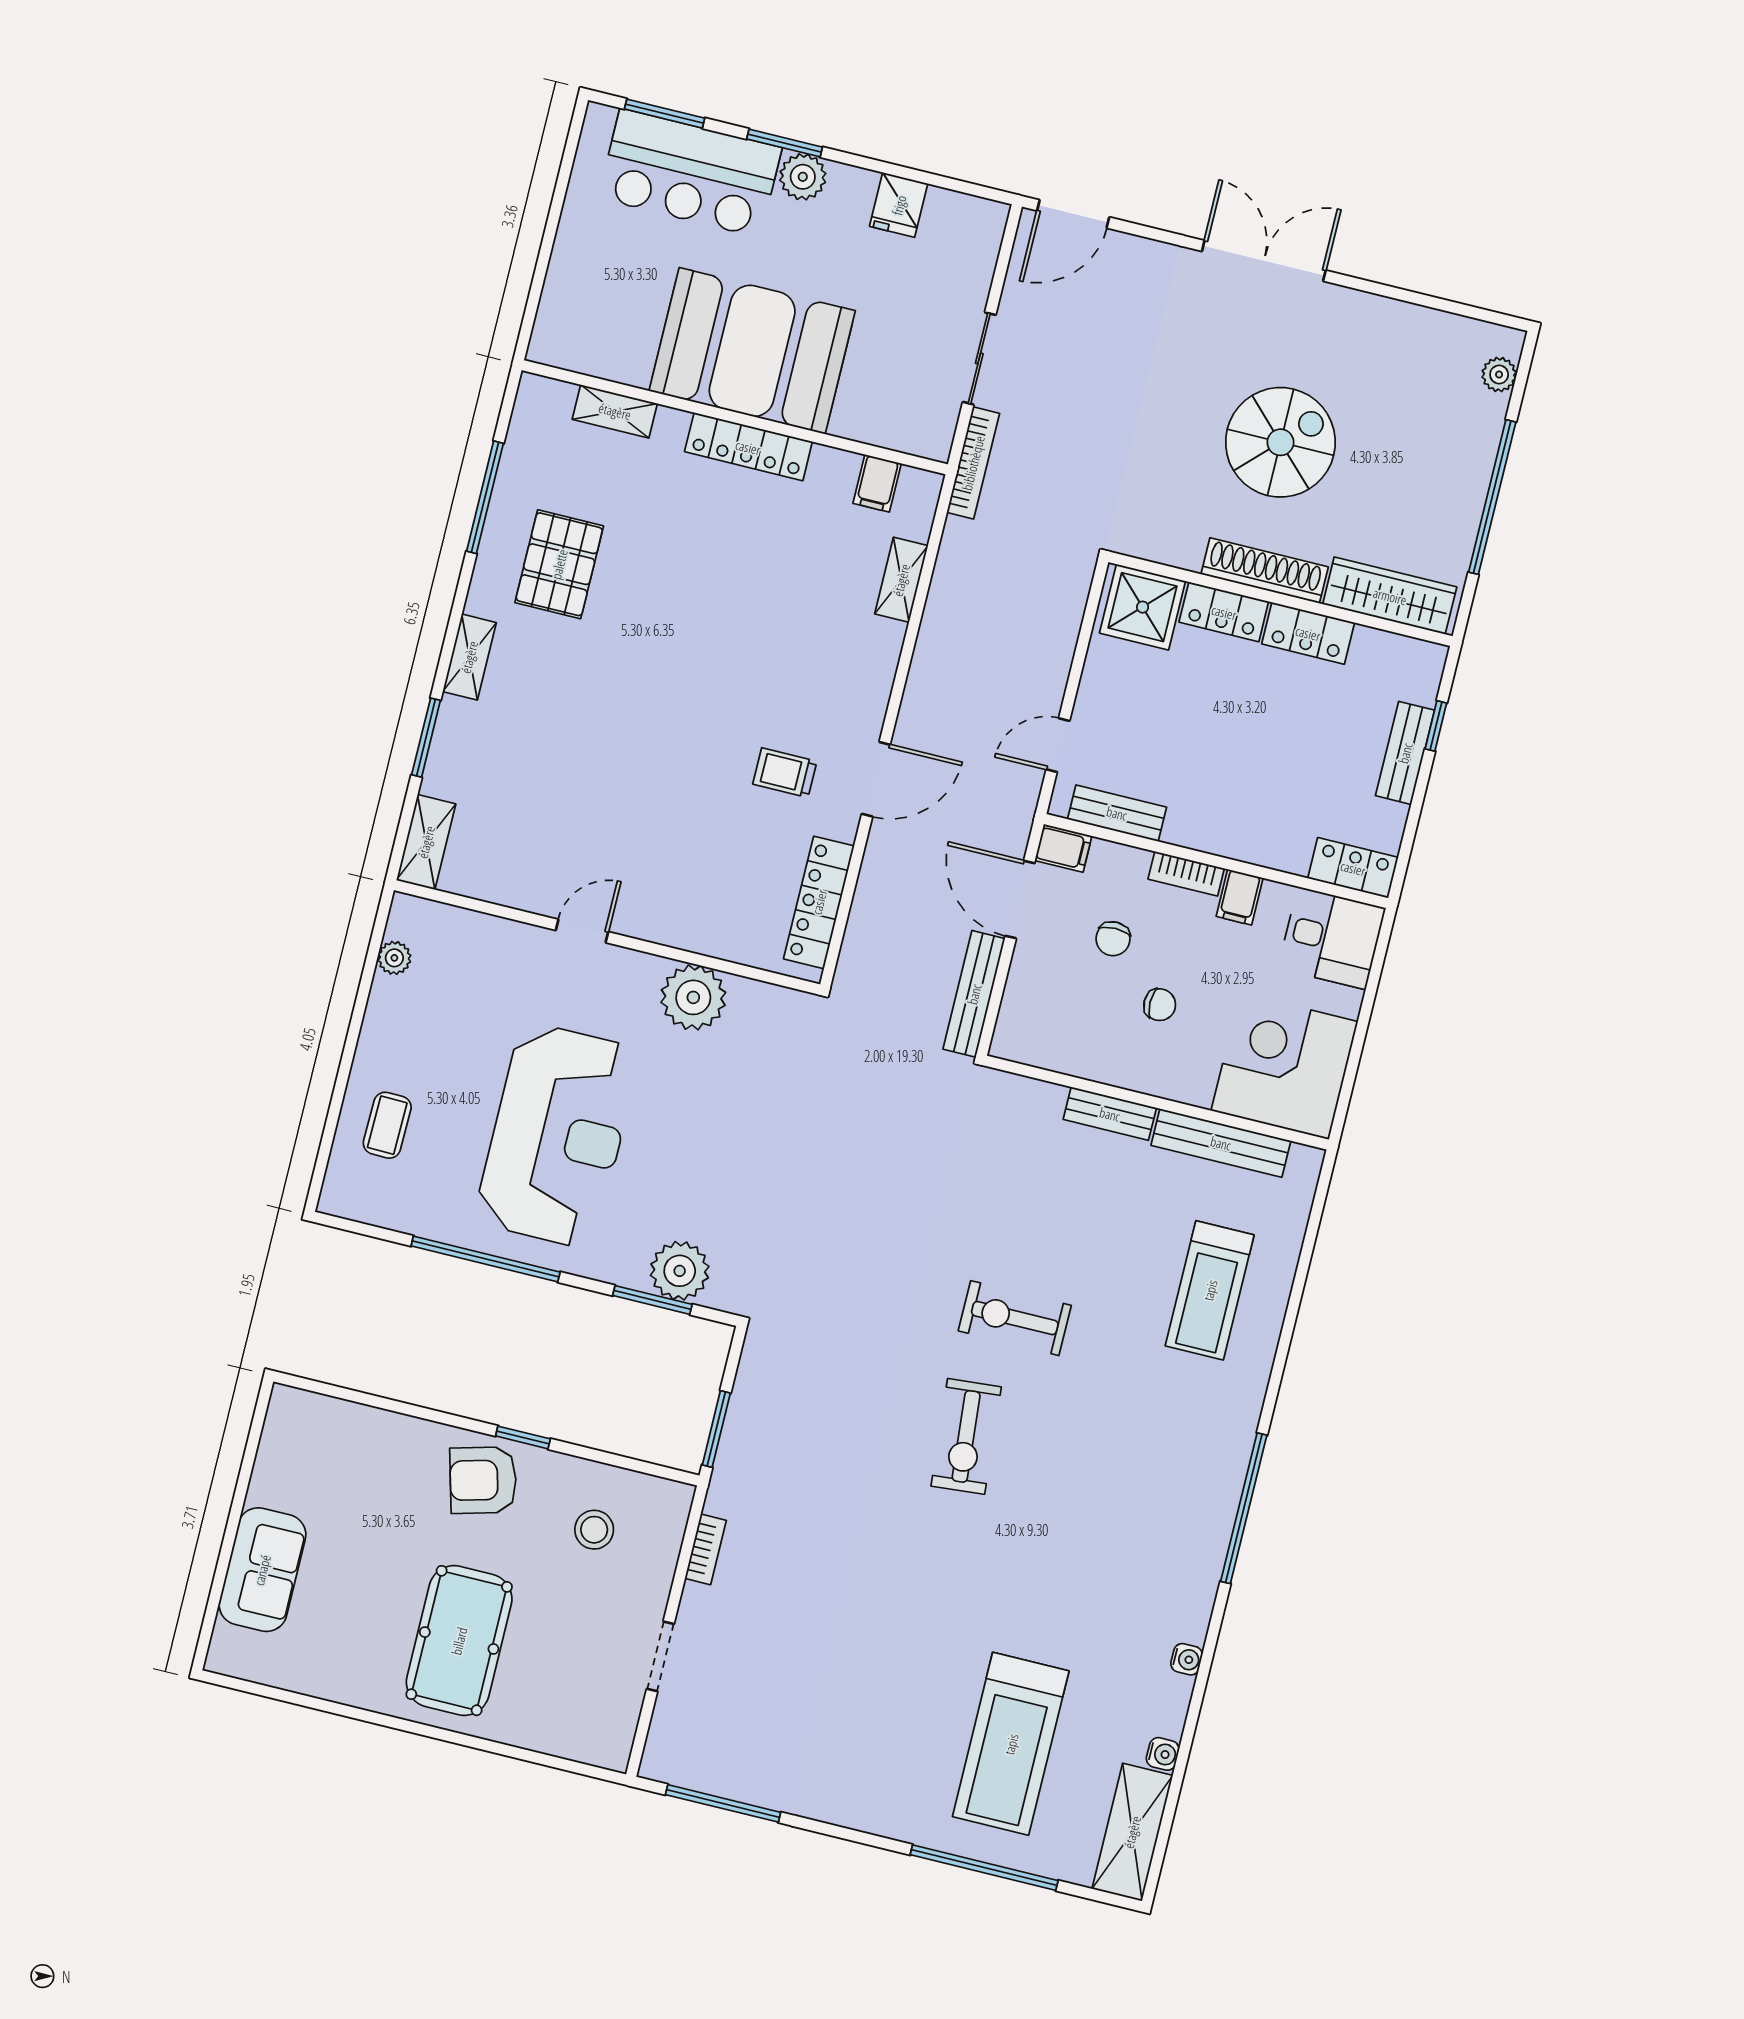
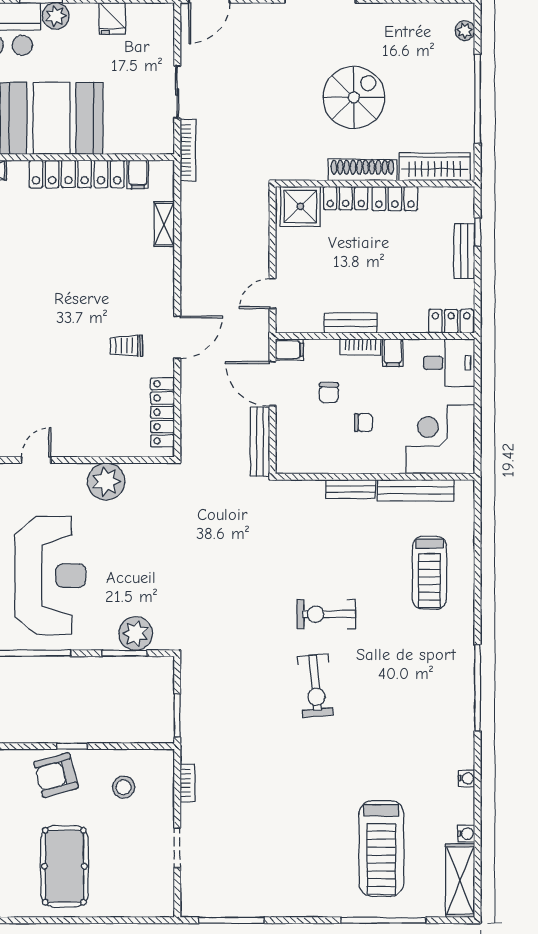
locker: (748, 447) -> (77, 174), width x1.41, depth x1.21
bench: (1117, 813) -> (351, 323), moved

